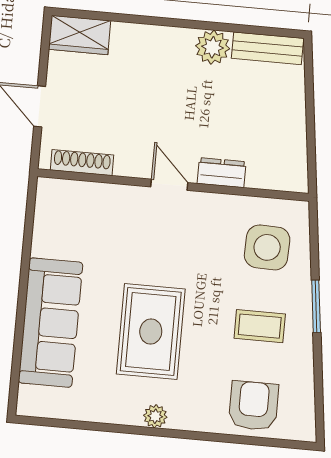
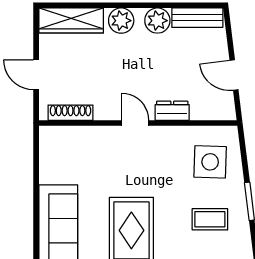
wardrobe: (80, 35) -> (71, 20), width x1.50
plant: (163, 43) -> (121, 21), added
door: (311, 131) -> (234, 75), added

